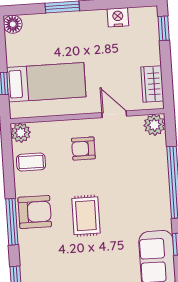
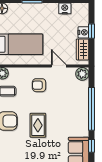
window: (164, 28) -> (92, 31), moved
nightstand: (152, 55) -> (83, 32), added

